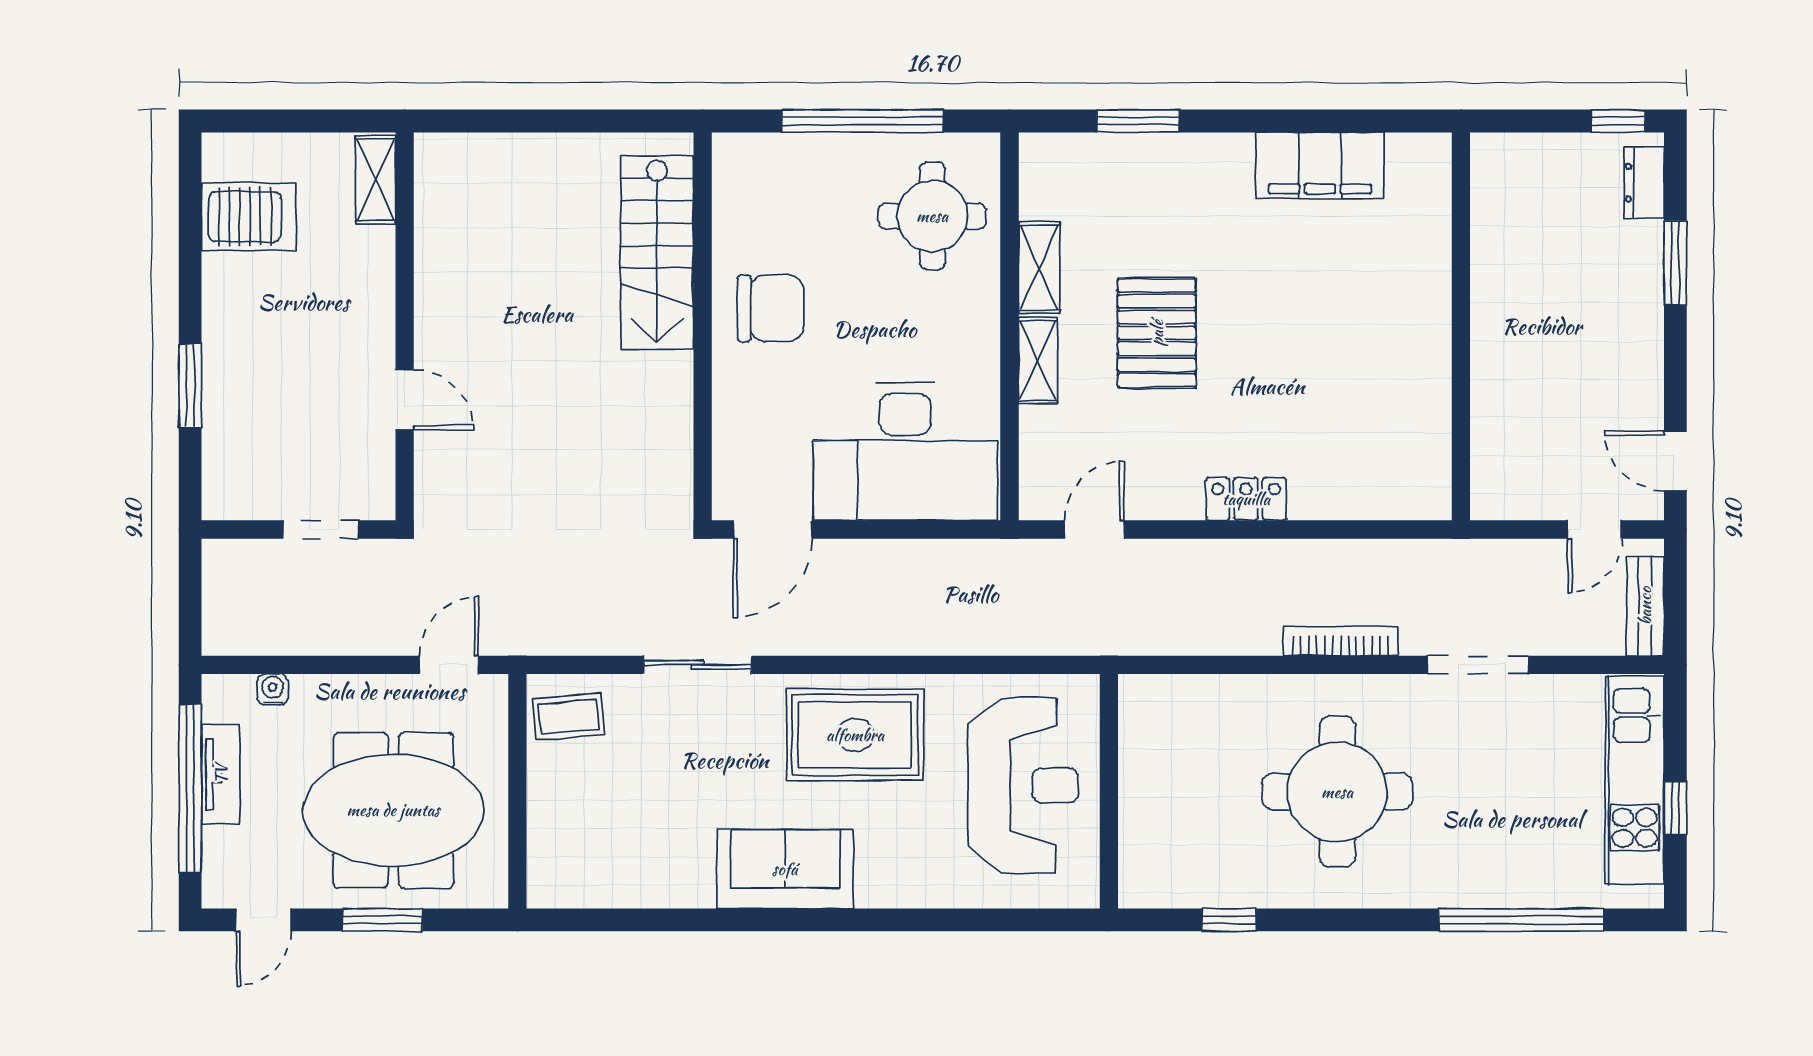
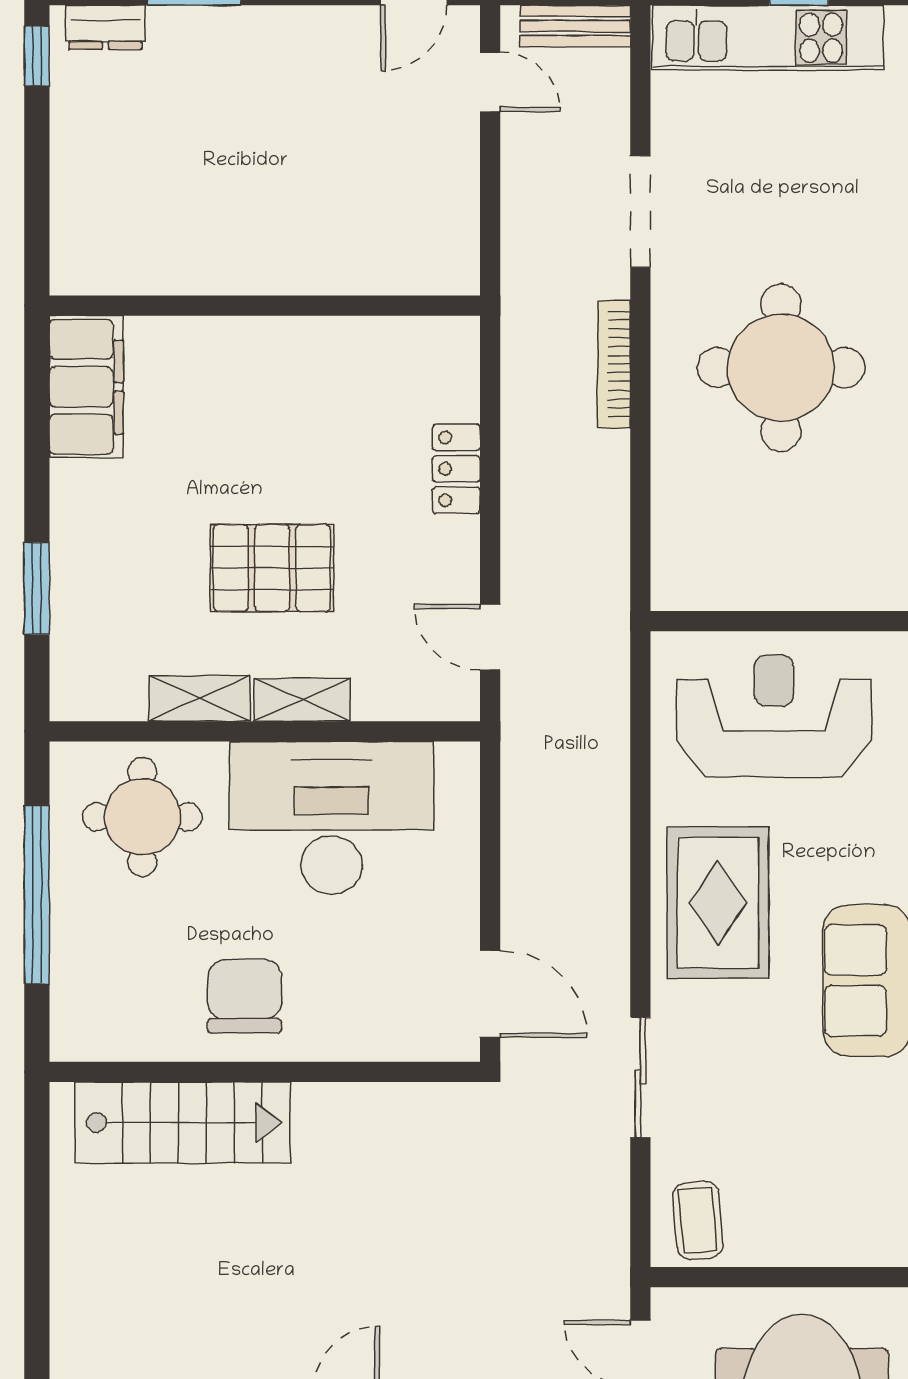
wall: (1461, 326) -> (265, 306), moved
desk: (905, 452) -> (332, 818), moved, turned -90

